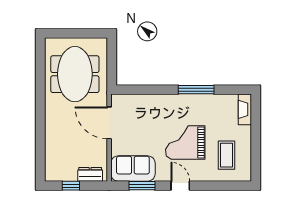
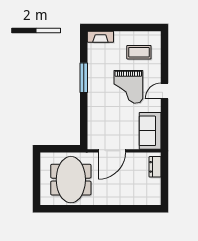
meeting table: (75, 74) -> (71, 180), turned 90
window: (71, 186) -> (165, 183), removed
window: (142, 186) -> (165, 123), removed

